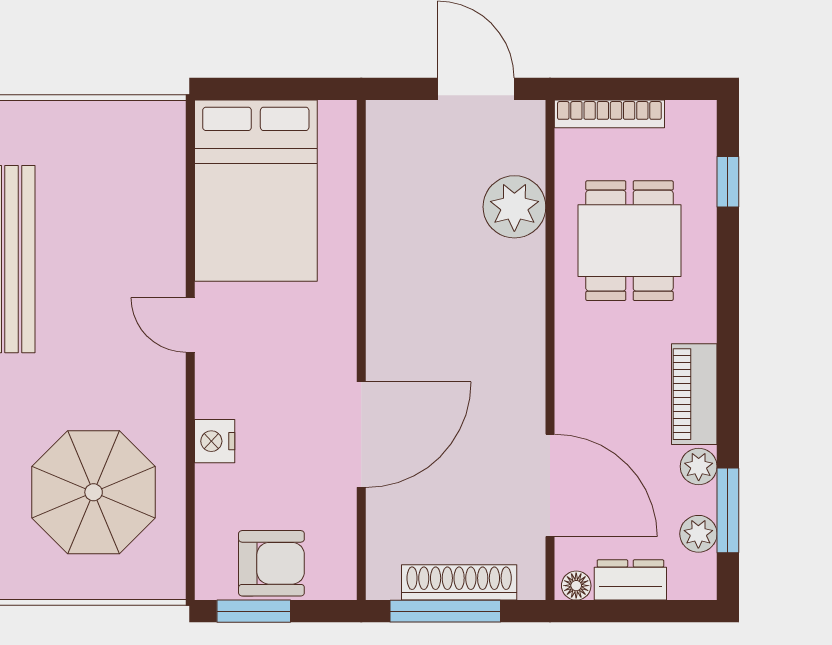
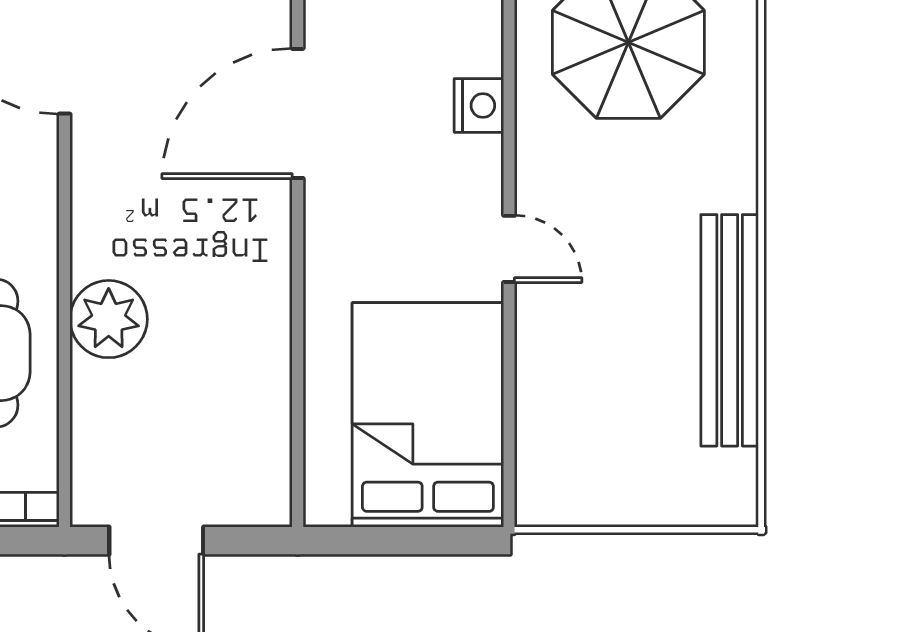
plant: (514, 207) -> (109, 319), moved

